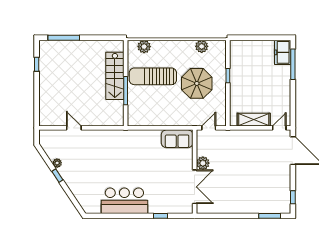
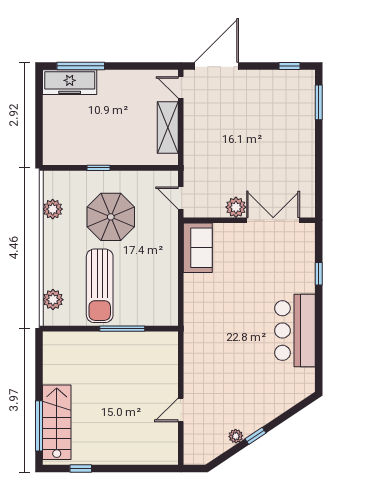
freezer: (283, 52) -> (70, 82), width x1.40
stairs: (115, 76) -> (57, 422), moved, turned -90

